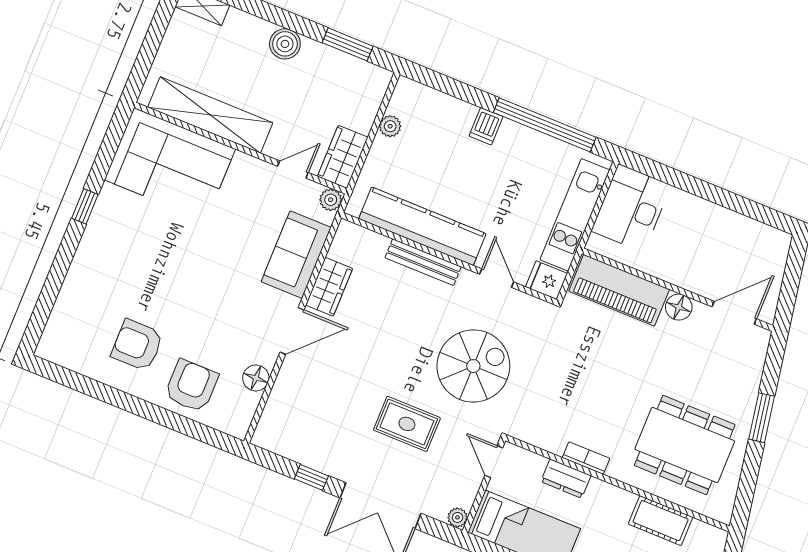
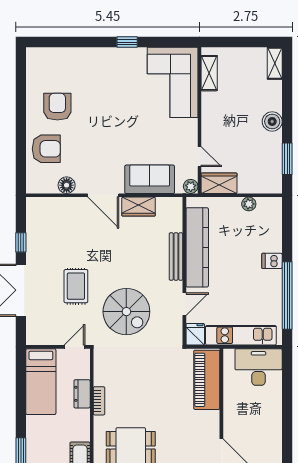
shelving: (210, 115) -> (209, 73), width x0.45, depth x0.75
floor lamp: (679, 307) -> (211, 419), removed
plant: (458, 517) -> (33, 339), removed

